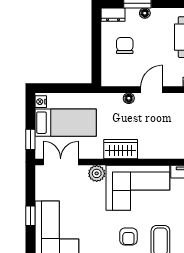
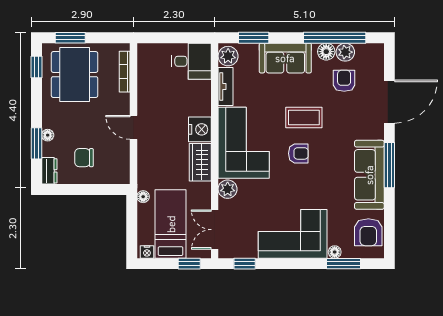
floor lamp: (129, 98) -> (143, 197), moved
nightstand: (150, 149) -> (200, 129), added
window: (30, 216) -> (245, 264), moved

